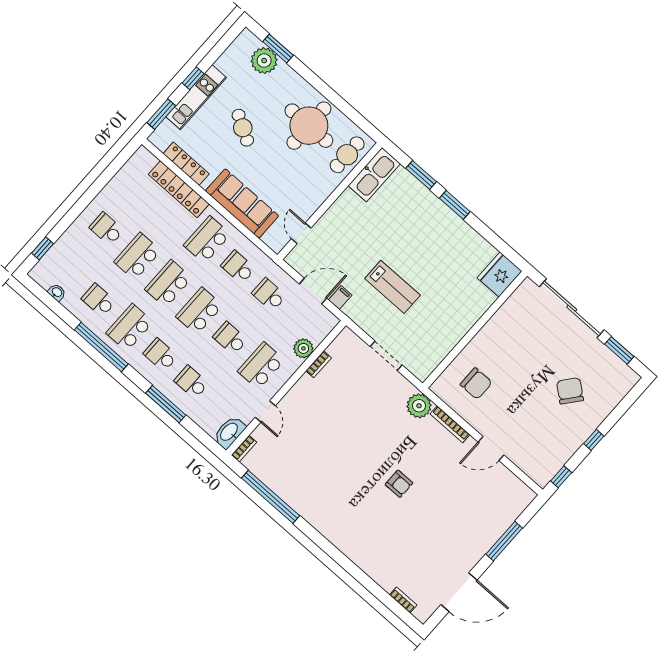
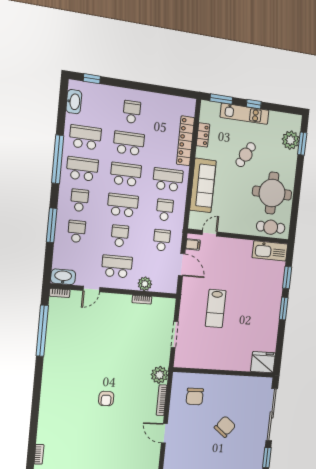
locker: (186, 164) -> (203, 135), width x0.66
washbasin: (57, 292) -> (74, 102), width x1.91, depth x1.45
filing cabinet: (340, 298) -> (193, 245), moved
school desk: (99, 300) -> (85, 137), width x1.85
chair: (570, 391) -> (225, 427), moved

